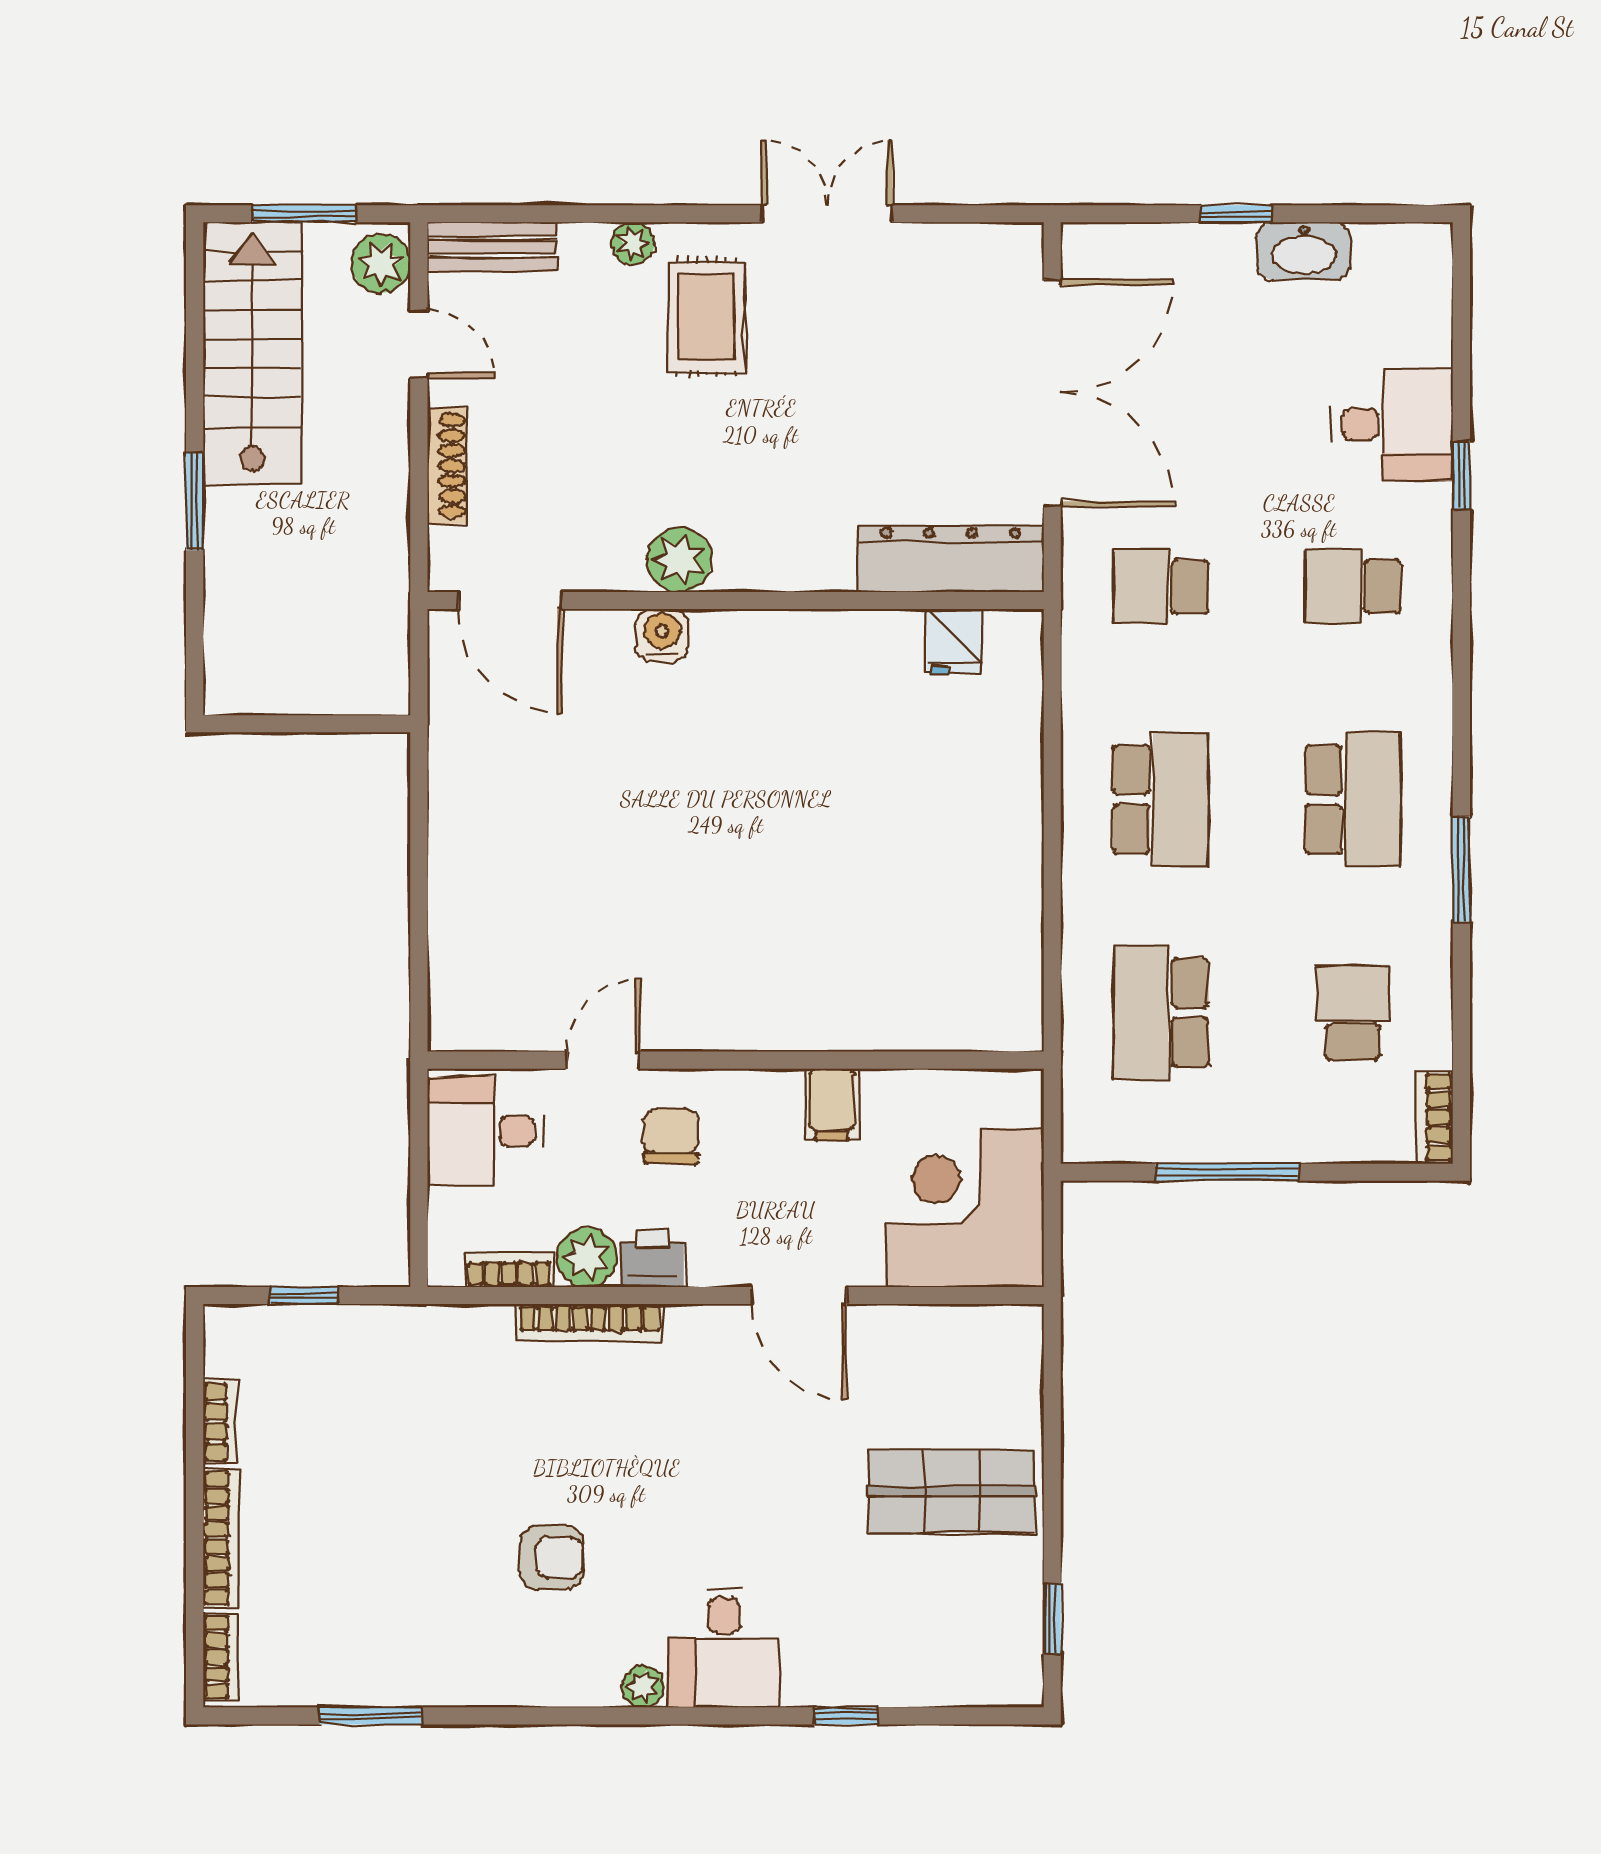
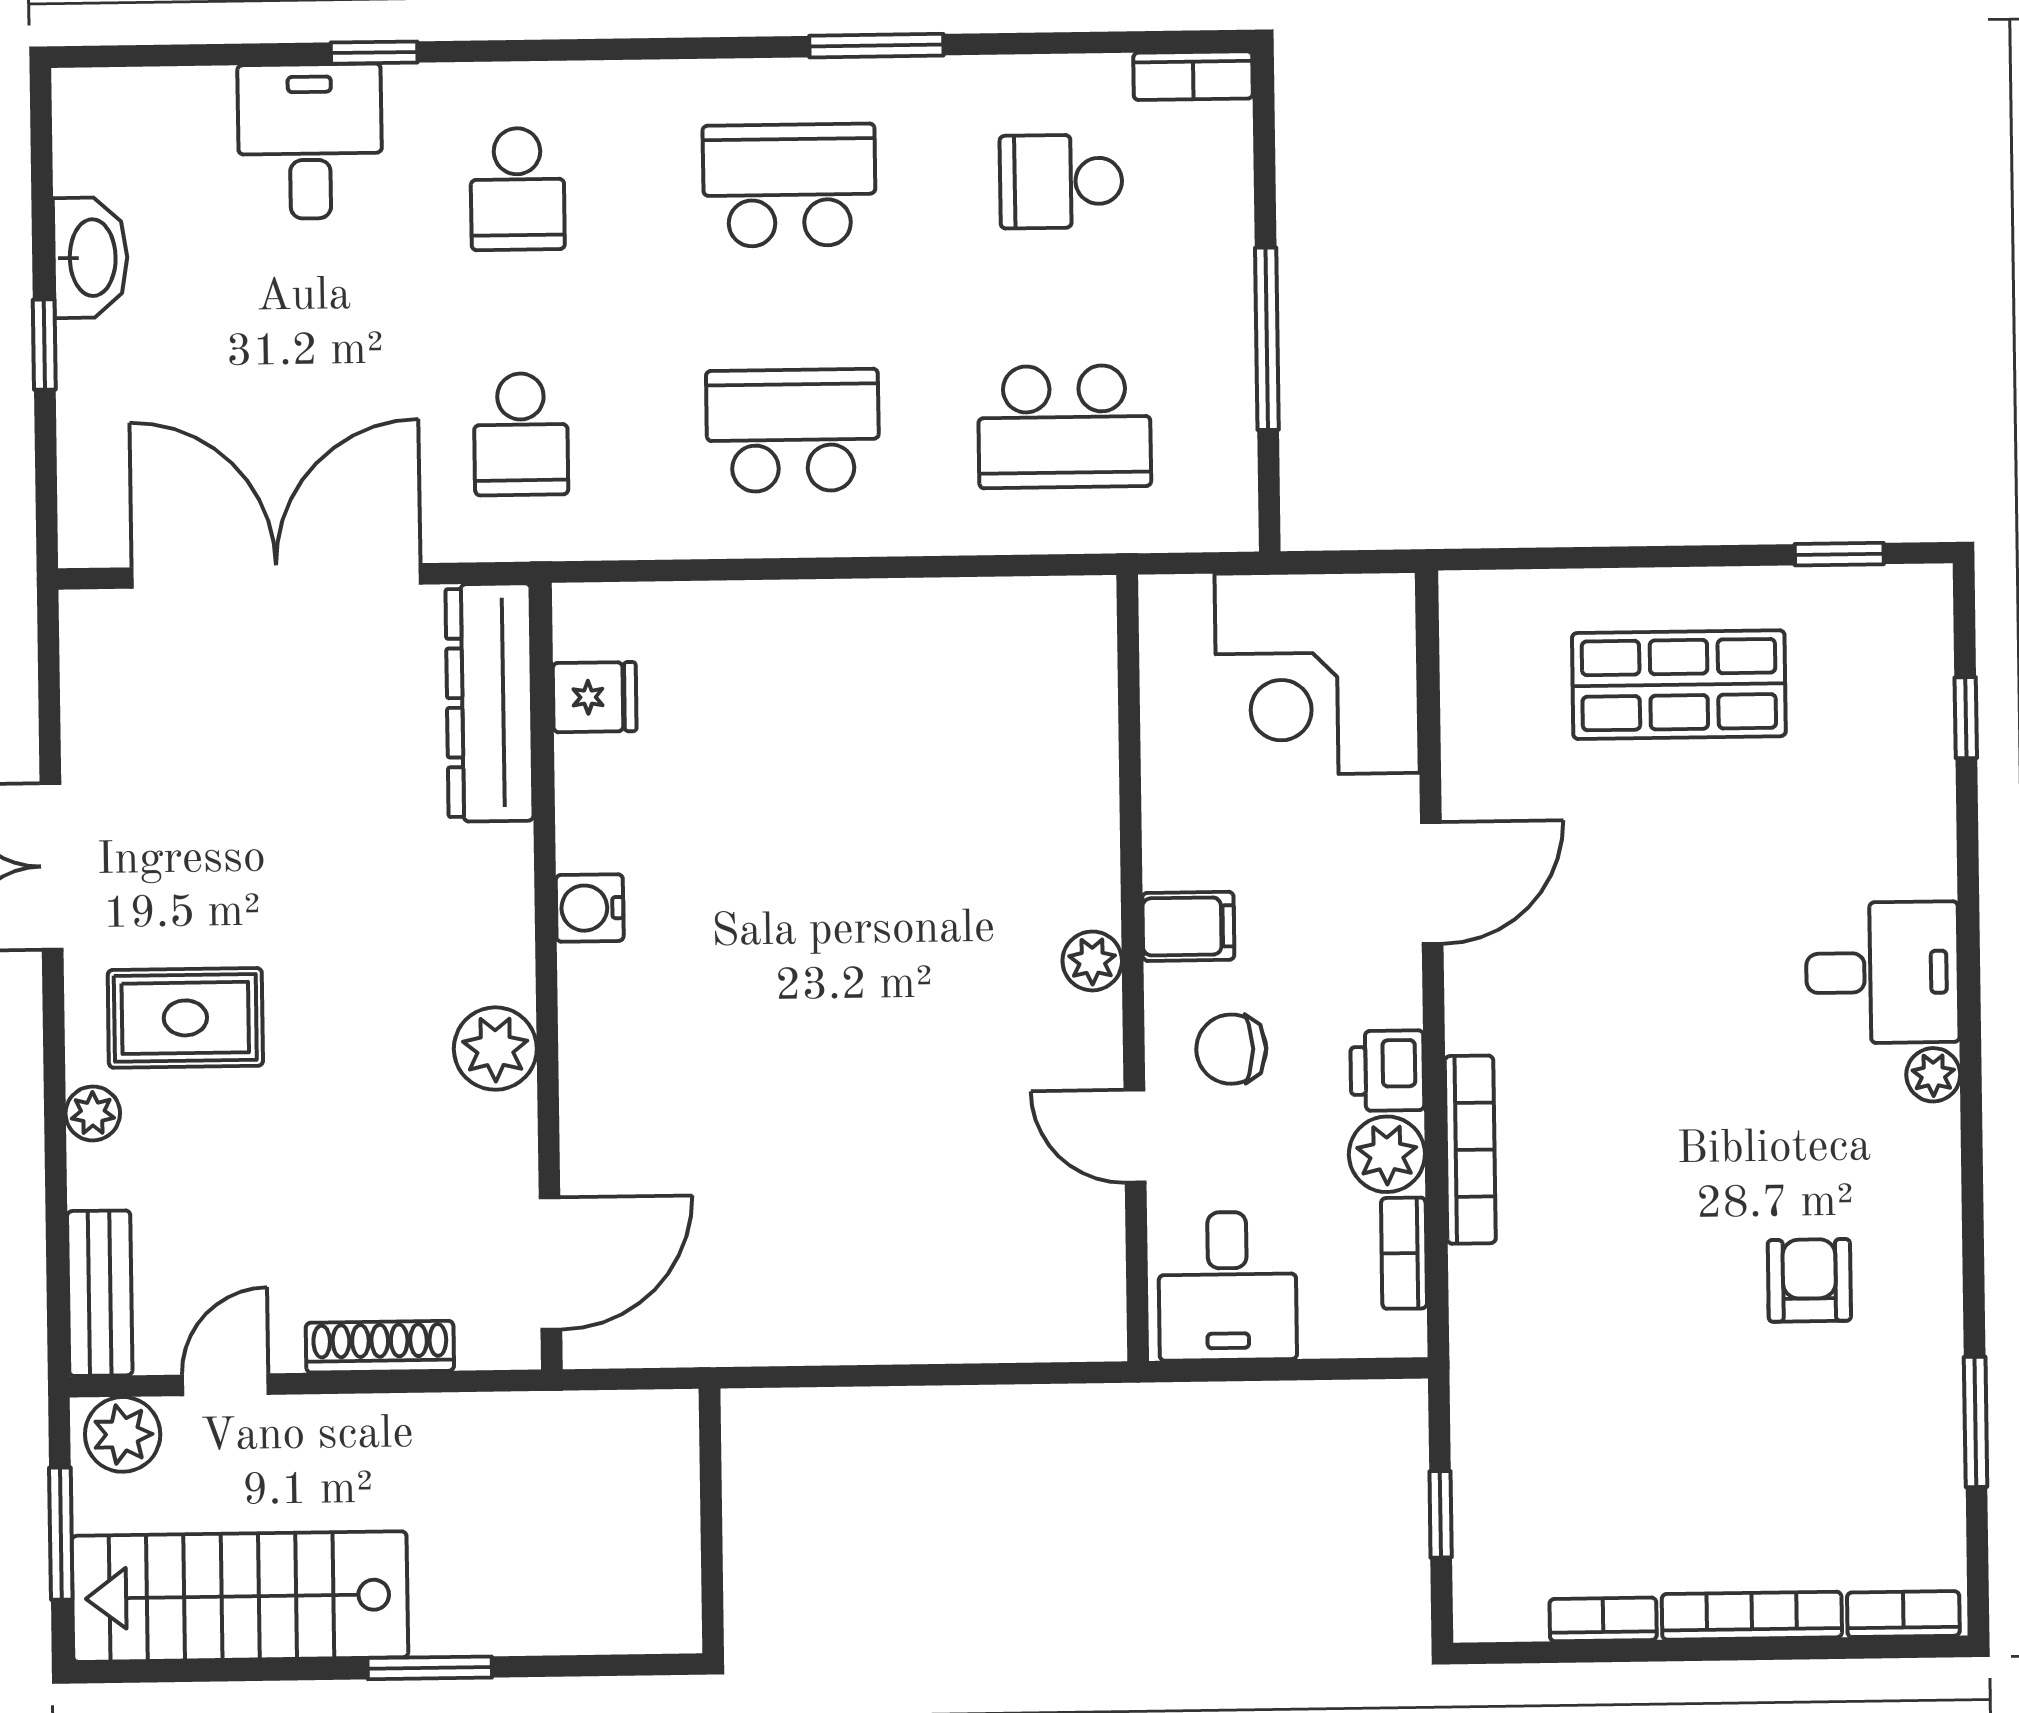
water cooler: (662, 635) -> (590, 908), moved
plant: (742, 1028) -> (1092, 961), added
filing cabinet: (832, 1104) -> (1188, 926), moved
shop shelf: (952, 1491) -> (1679, 685), turned 90
armchair: (552, 1558) -> (1809, 1280), moved
window: (846, 1716) -> (1966, 718), moved

